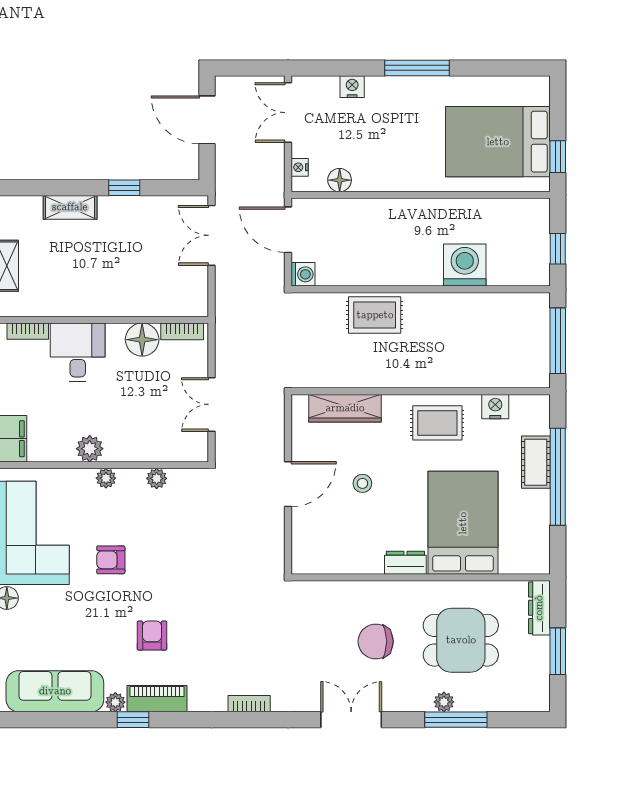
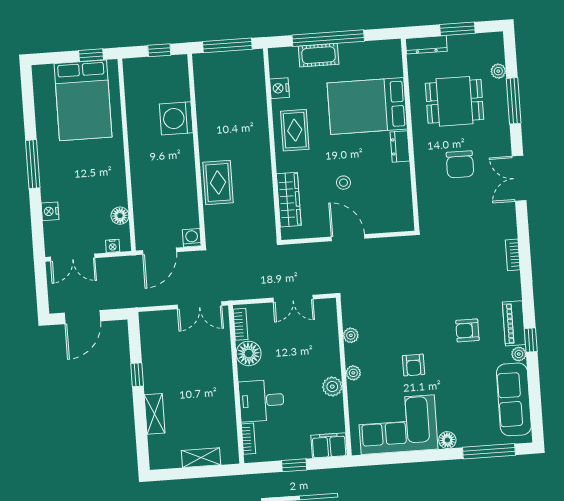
double door: (212, 235) -> (200, 305), moved
dining table: (461, 640) -> (454, 101), turned 90
plant: (444, 702) -> (498, 71), moved

